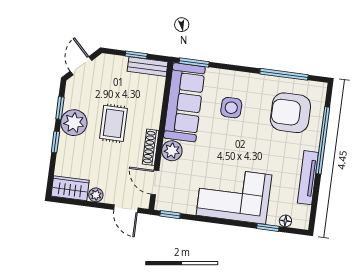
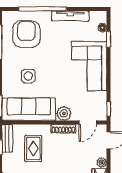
armchair: (290, 113) -> (26, 34), turned 180
rug: (114, 123) -> (33, 149), moved, turned 90

